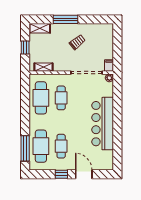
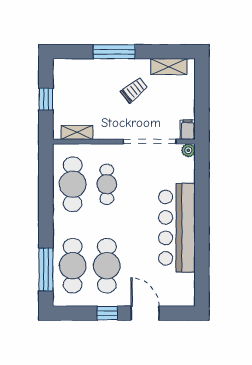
shelving: (40, 28) -> (169, 67), moved
cafe table: (61, 146) -> (107, 266), width x1.37, depth x1.35

